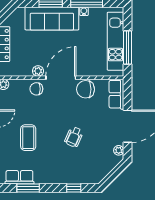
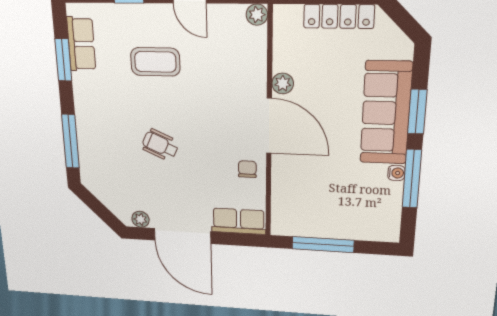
kitchen unit: (115, 41) -> (336, 225), removed
chair: (36, 89) -> (248, 80), removed
chair: (86, 89) -> (247, 169), width x0.54, depth x0.54
window: (74, 188) -> (70, 141), width x2.17

